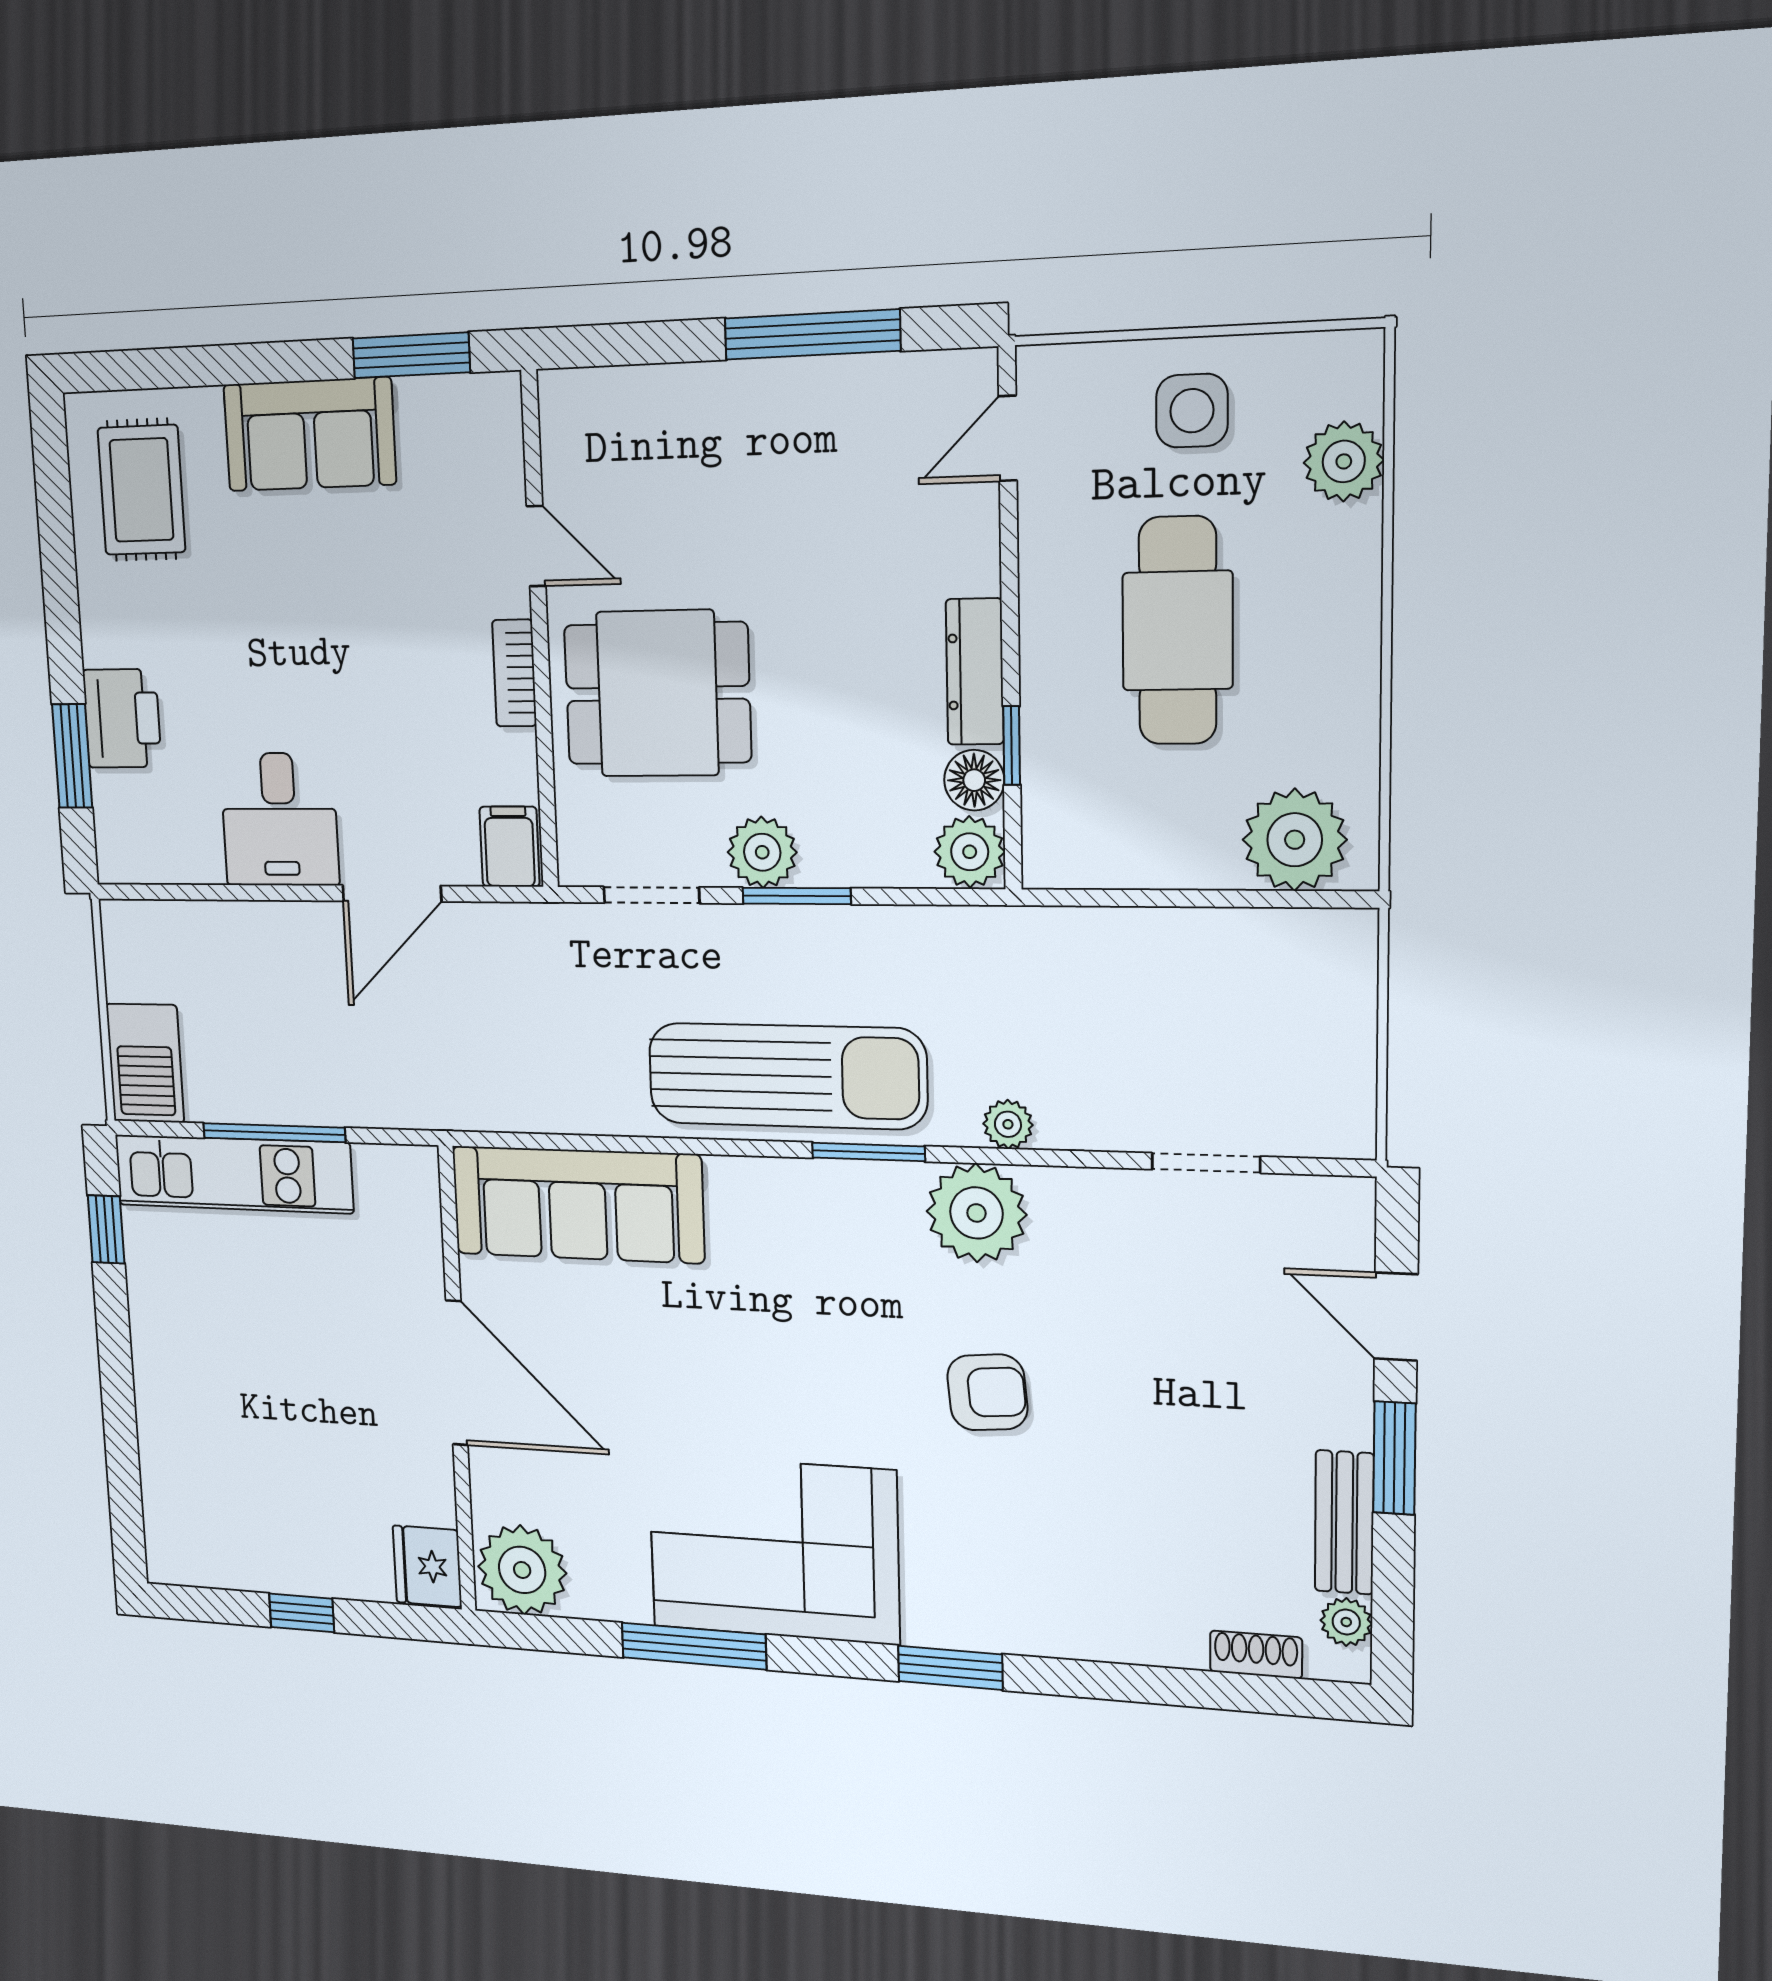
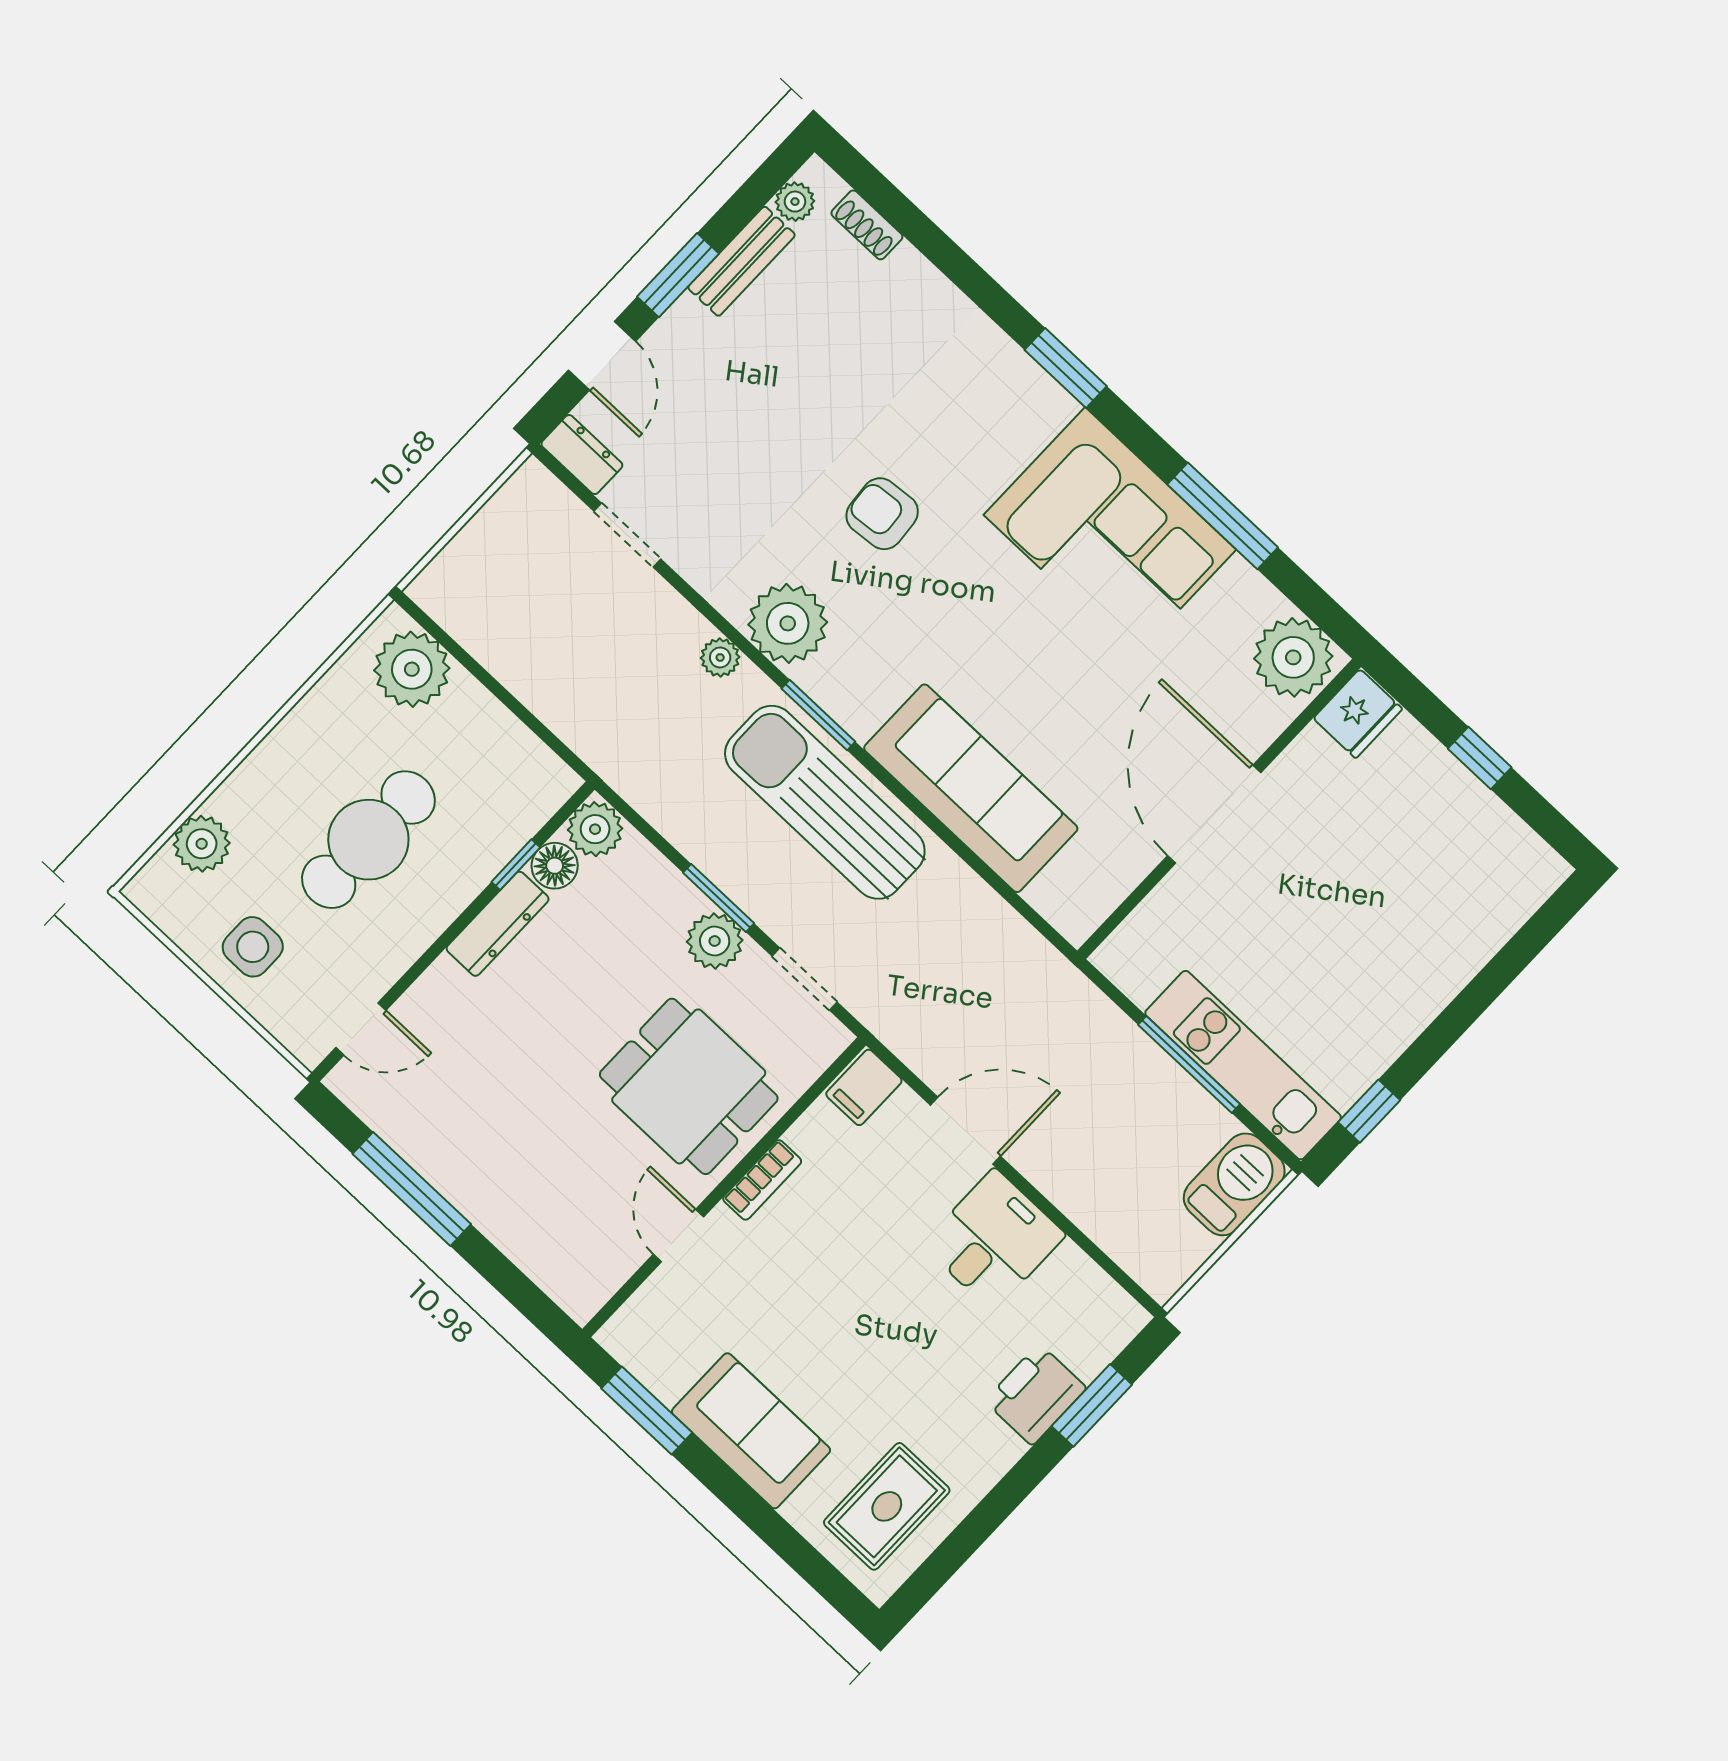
dresser: (1325, 1203) -> (582, 455), added
sofa: (577, 1204) -> (971, 788), moved

